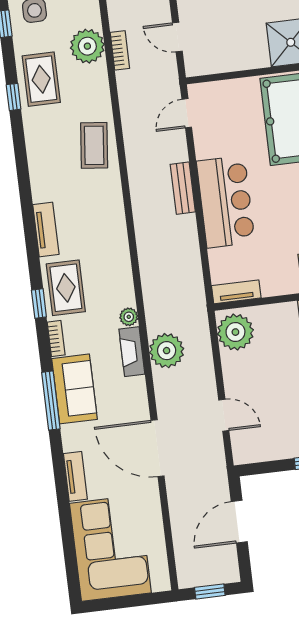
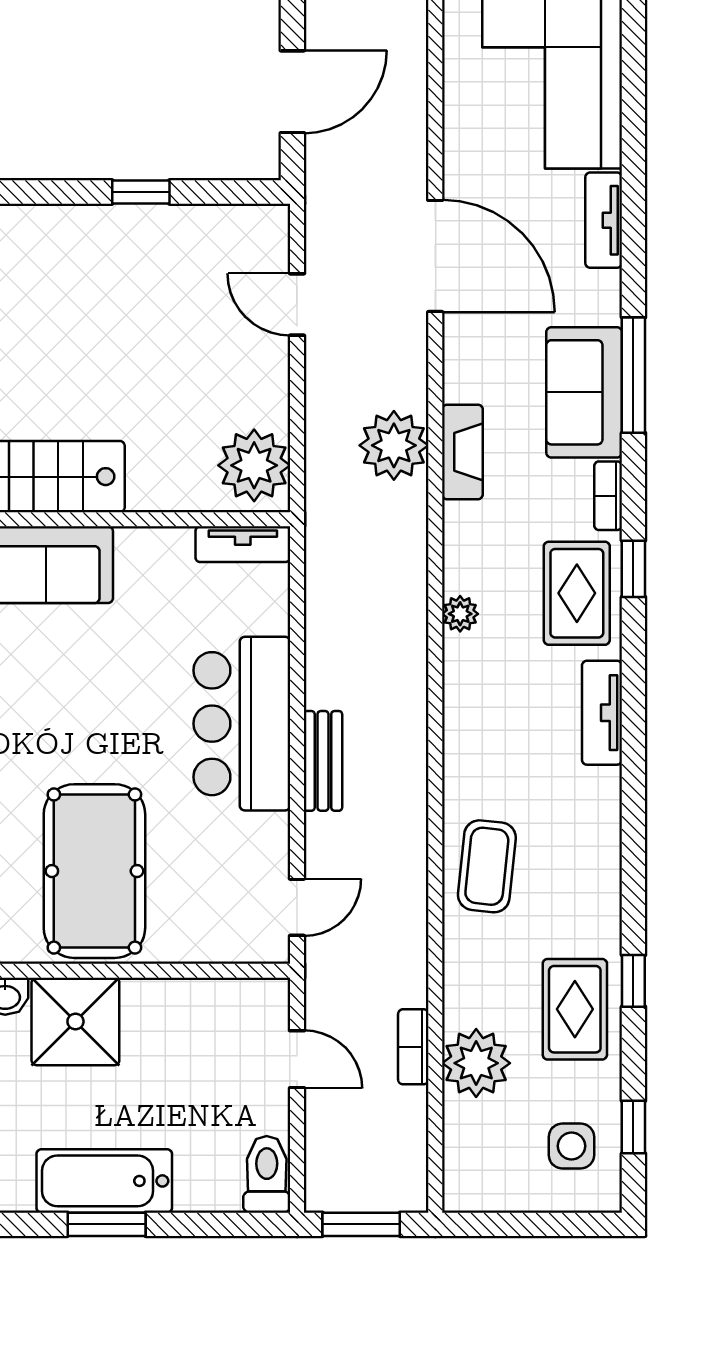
plant: (129, 317) -> (460, 614), moved

